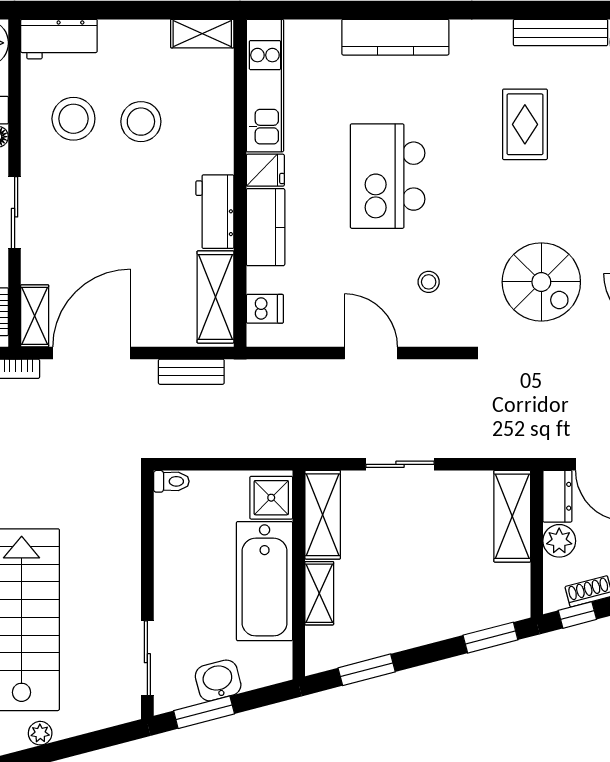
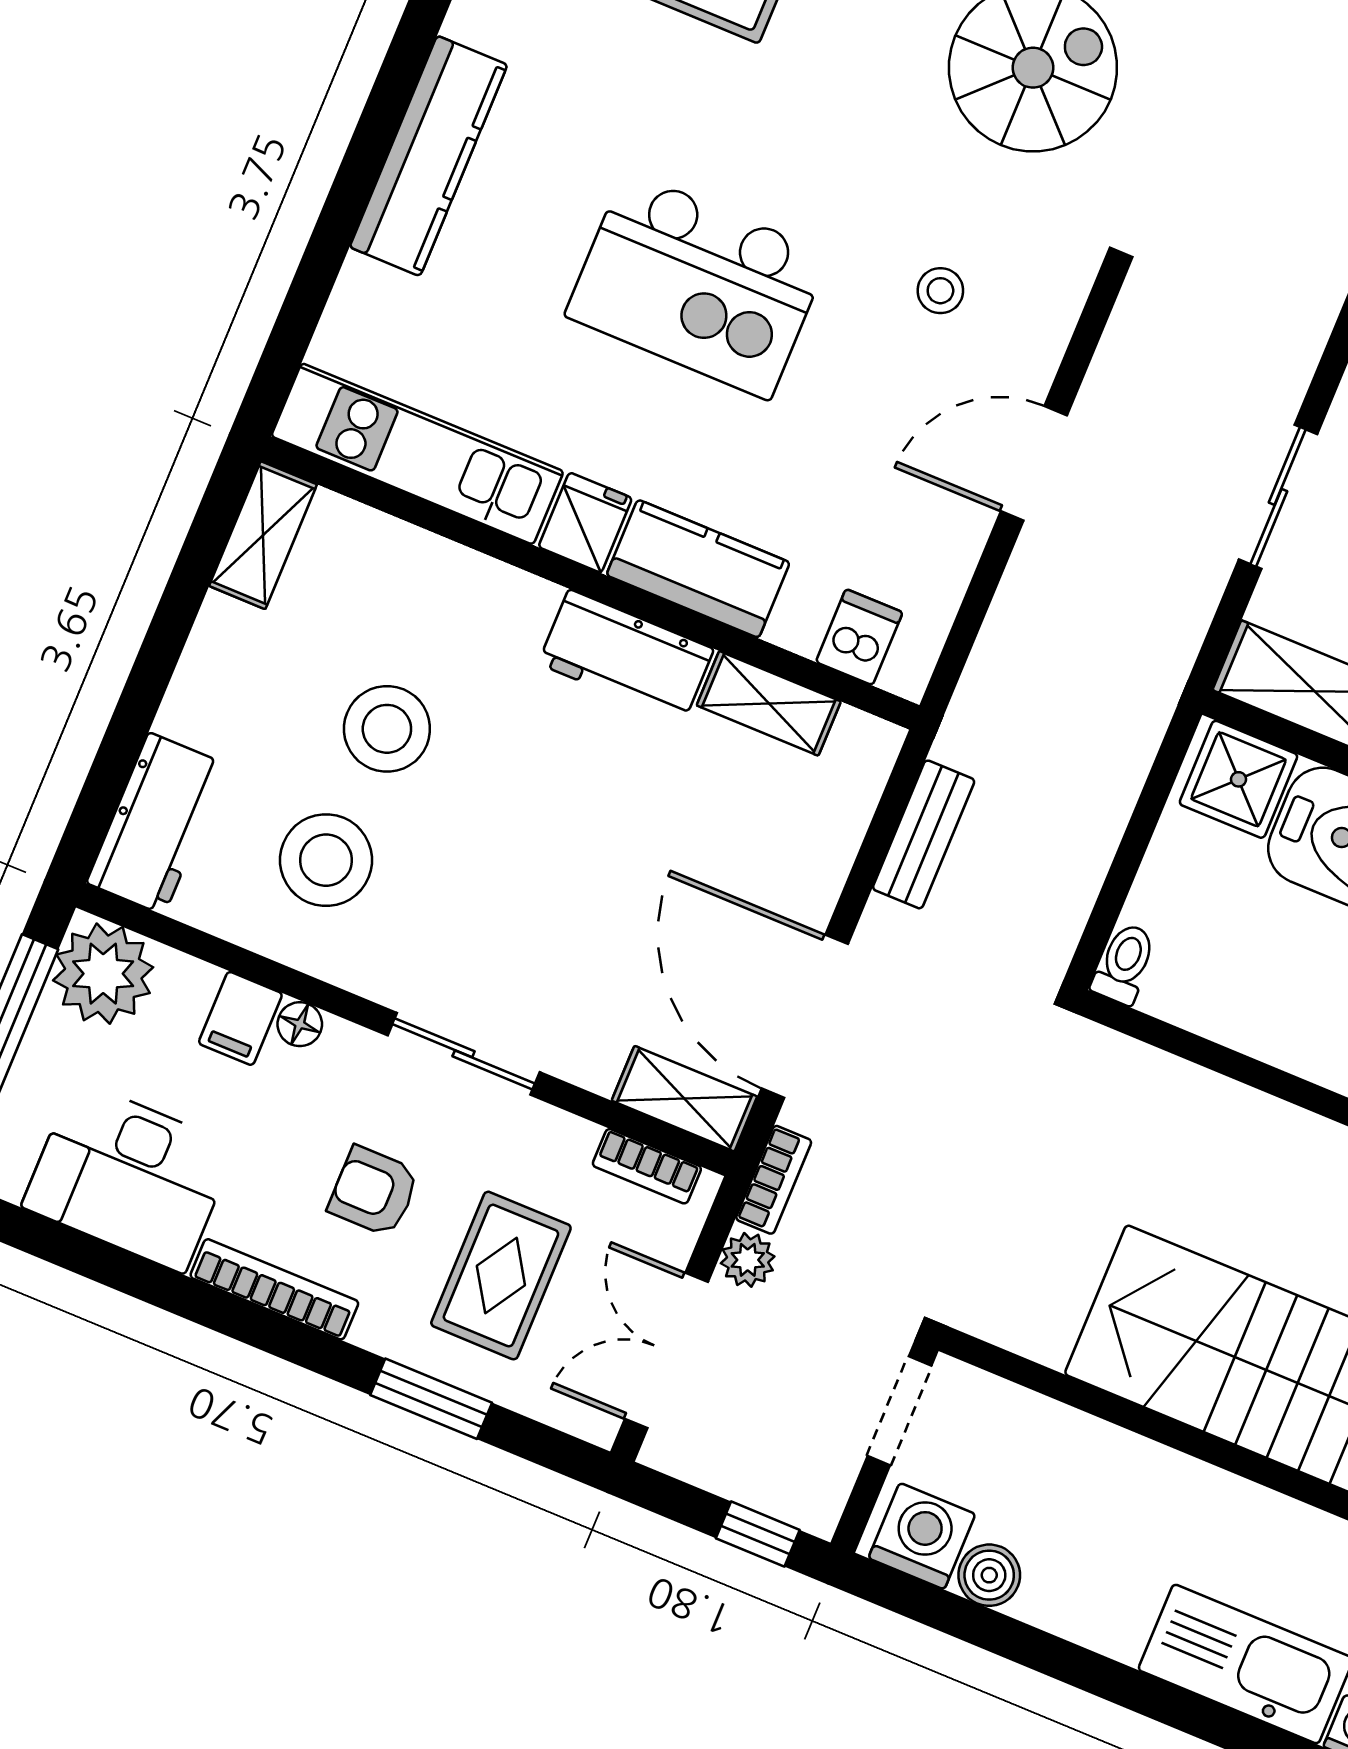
shelving: (215, 297) -> (769, 703), width x0.67, depth x0.75

